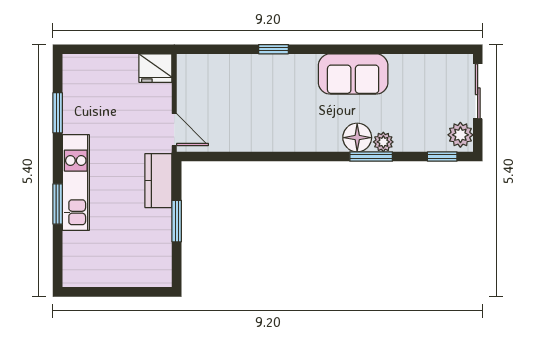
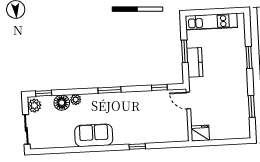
floor lamp: (357, 138) -> (62, 103), moved
window: (227, 157) -> (159, 87), added
window: (371, 157) -> (109, 90), moved
kitchen counter: (158, 181) -> (195, 62), moved
kitchen unit: (76, 183) -> (211, 22), moved, turned -90

